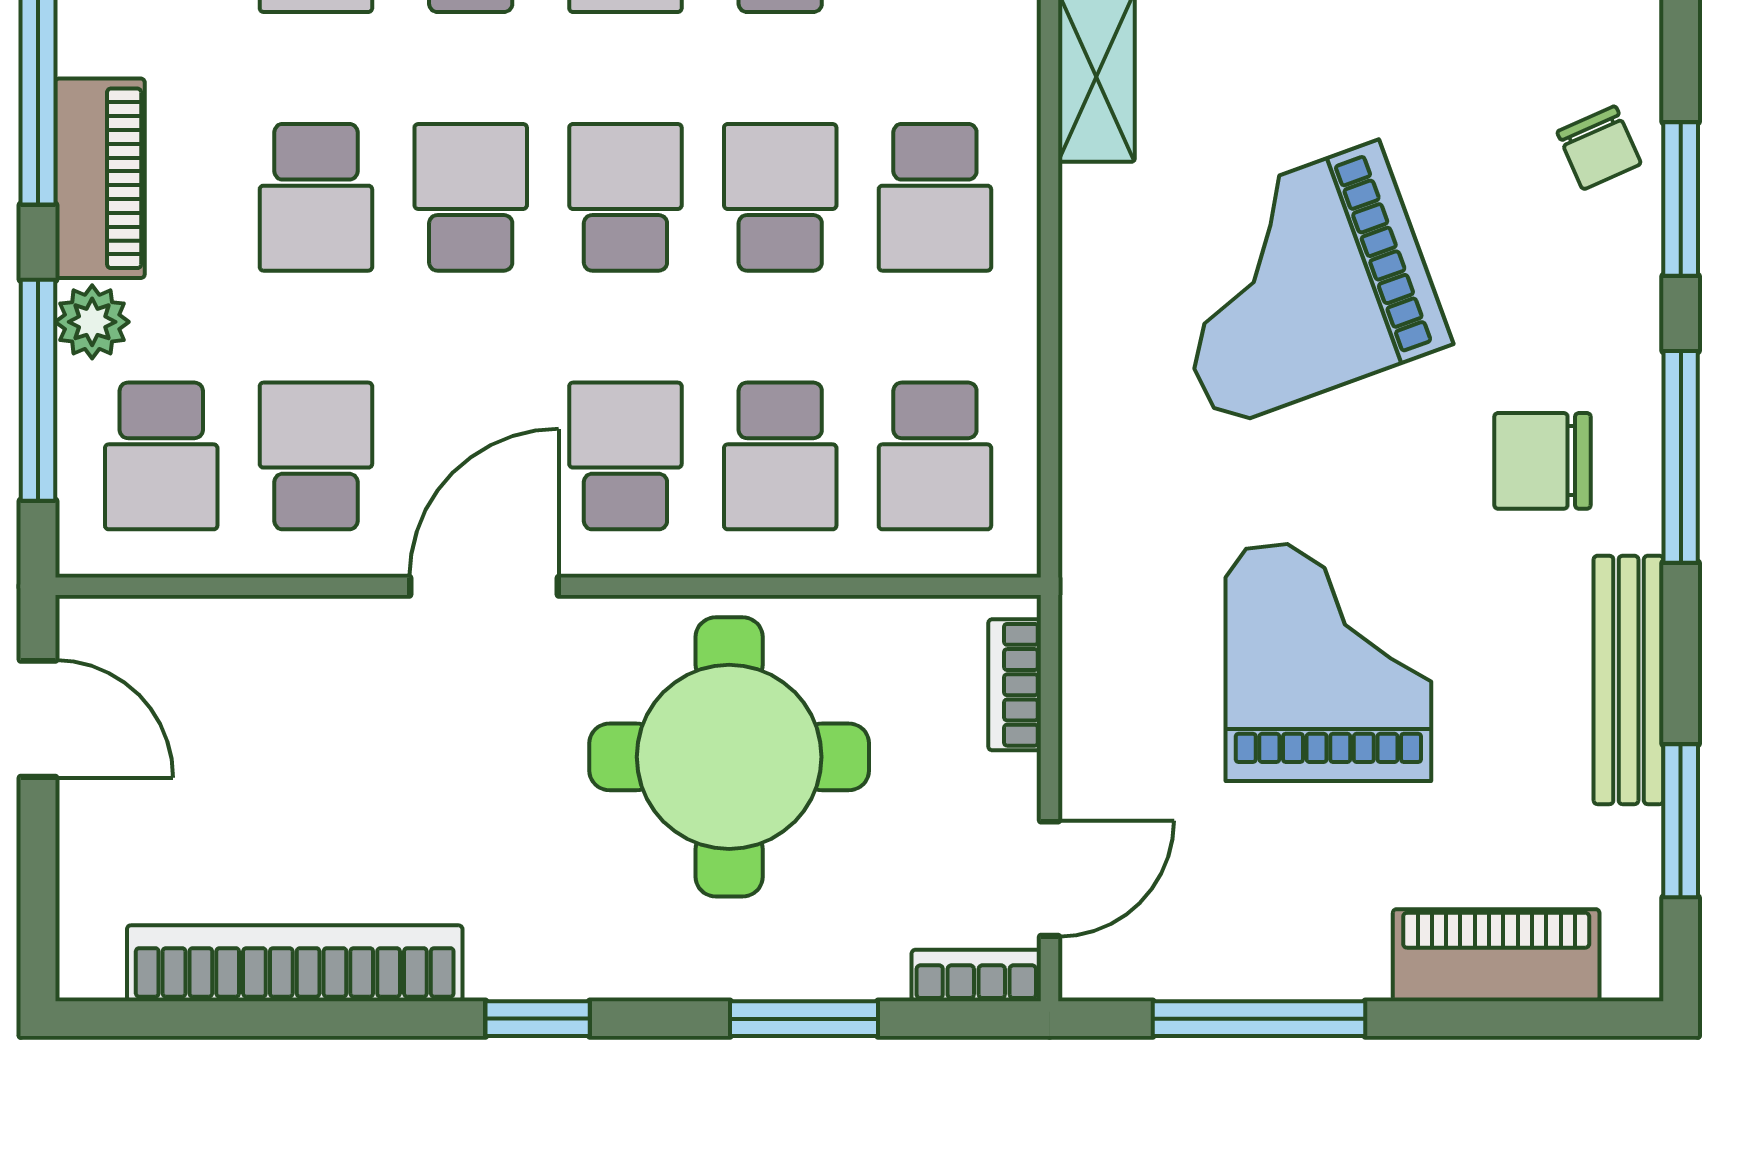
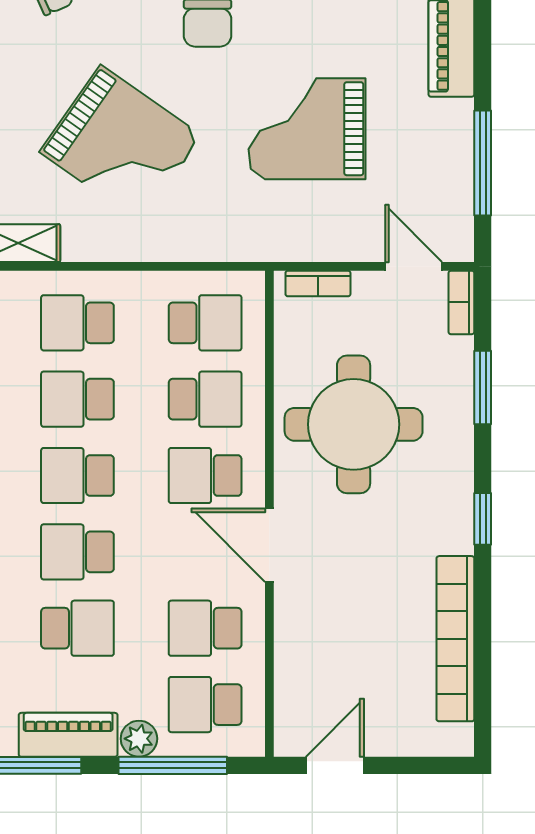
school desk: (935, 197) -> (77, 323), turned 180
grand piano: (1298, 285) -> (121, 144), turned -35
school desk: (161, 456) -> (205, 705), turned 180

